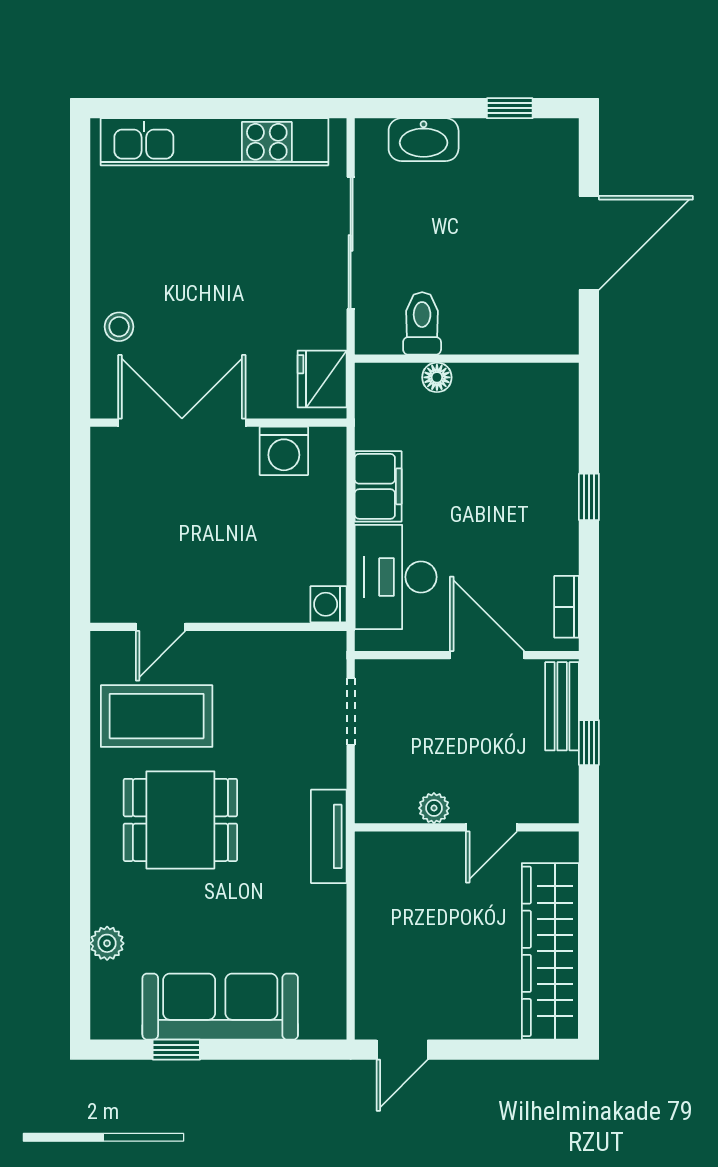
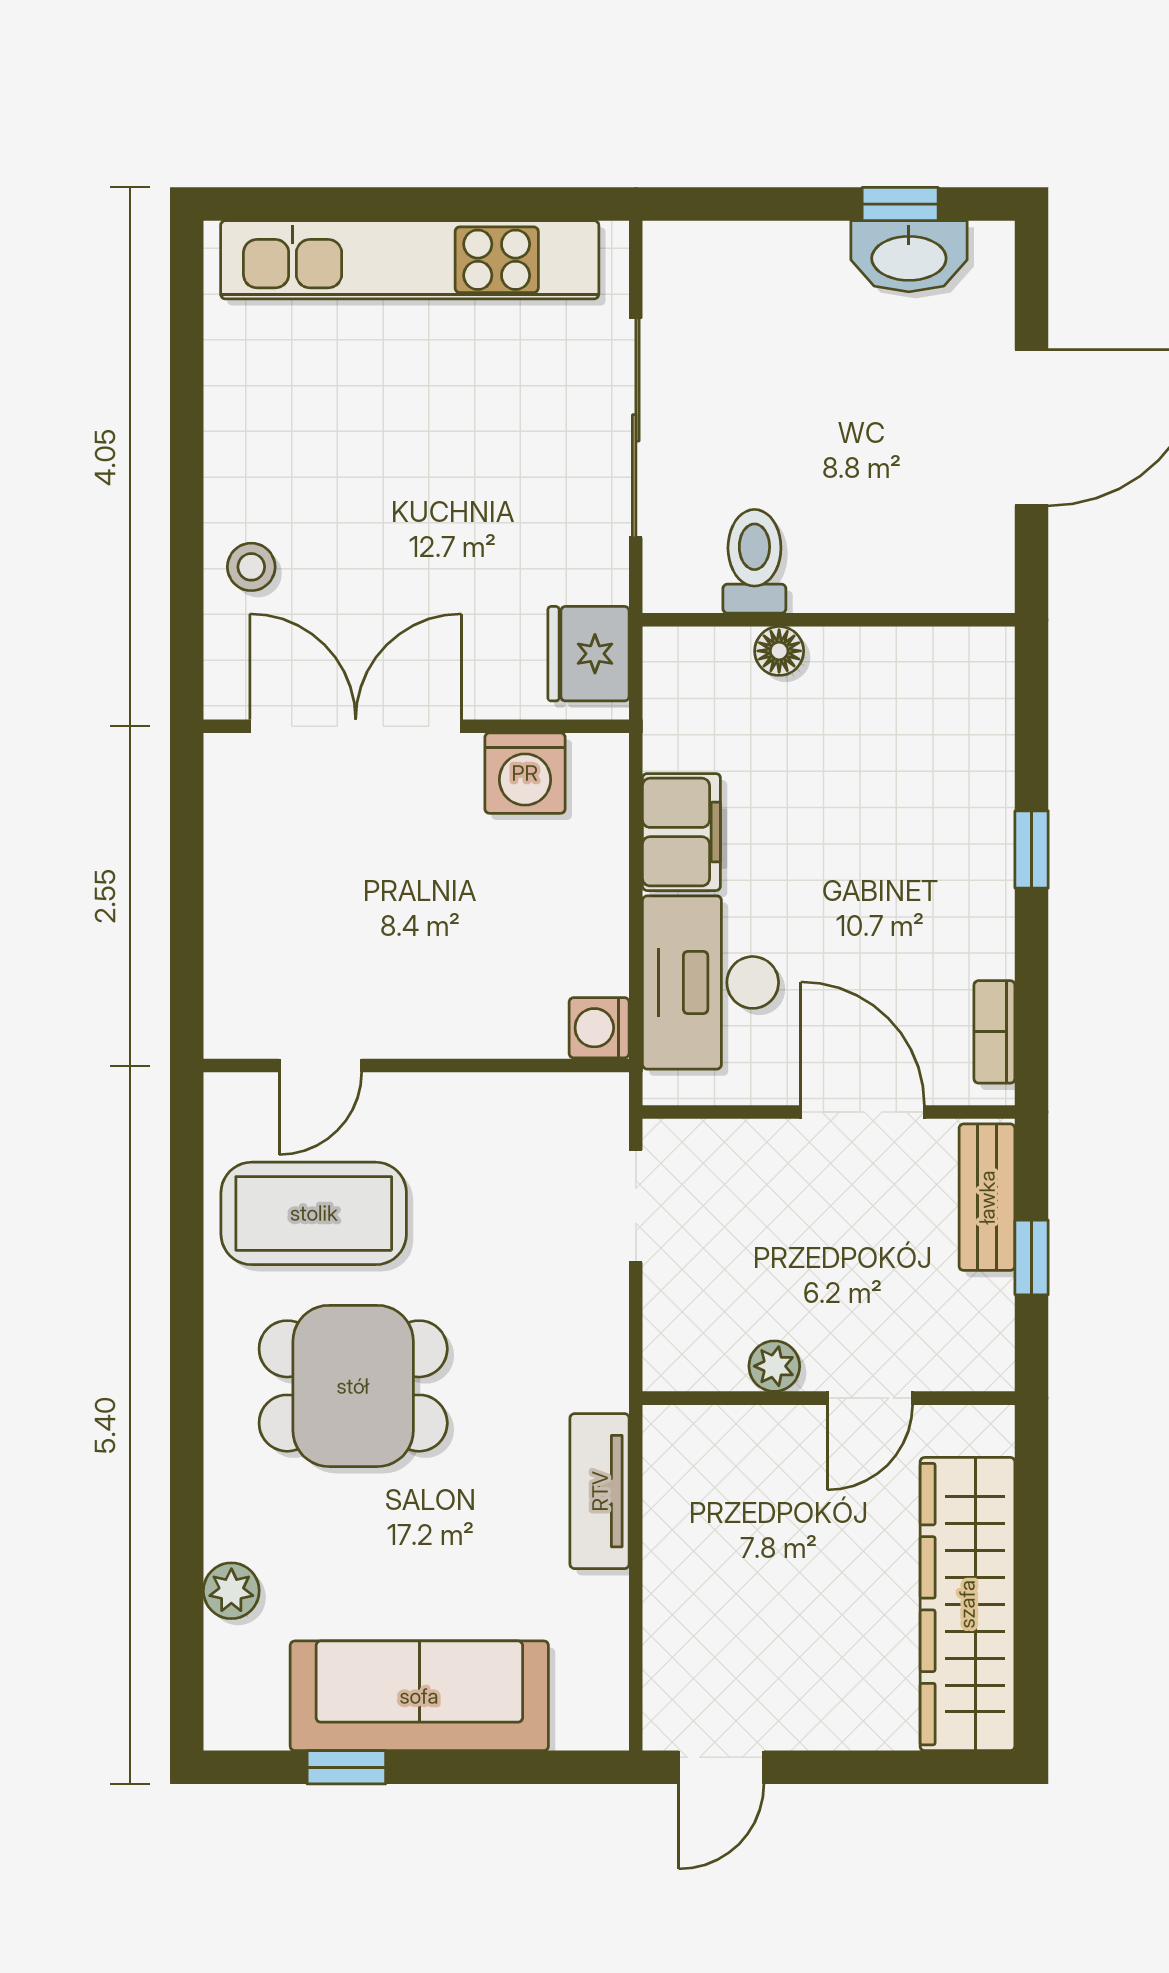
washbasin: (424, 140) -> (909, 256), moved
tv unit: (329, 836) -> (600, 1491), moved

